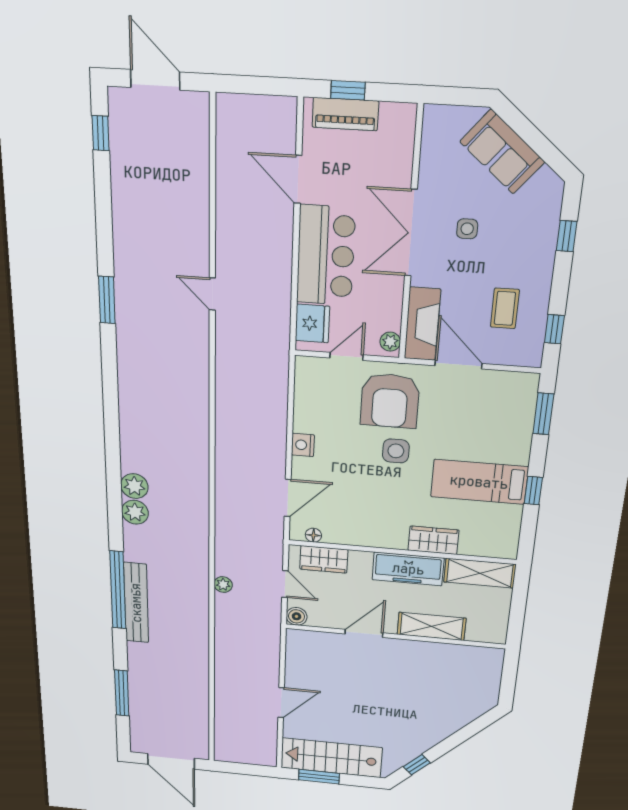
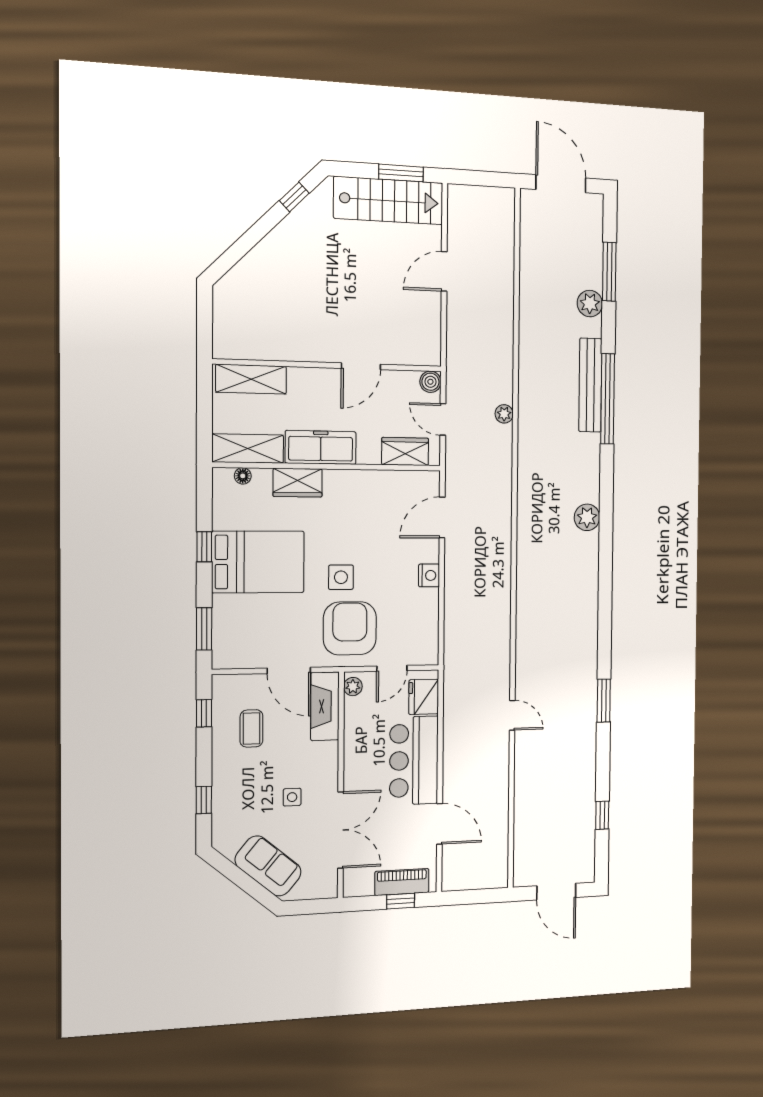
window: (101, 133) -> (602, 815), moved
double door: (411, 233) -> (341, 830), moved
bed: (479, 482) -> (258, 562), width x1.50
plant: (135, 512) -> (590, 304), moved
floor lamp: (313, 535) -> (243, 476), moved
shelving: (431, 626) -> (251, 379), moved

